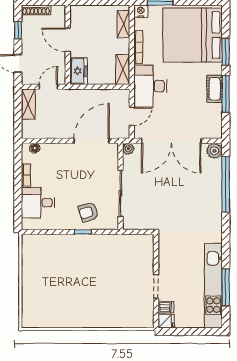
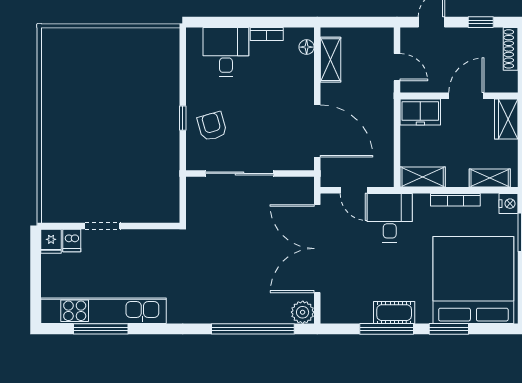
wardrobe: (83, 13) -> (506, 119), added
desk: (150, 86) -> (390, 218), width x0.73
shelving: (28, 104) -> (330, 60), moved, turned 90
plant: (128, 149) -> (306, 185), removed

